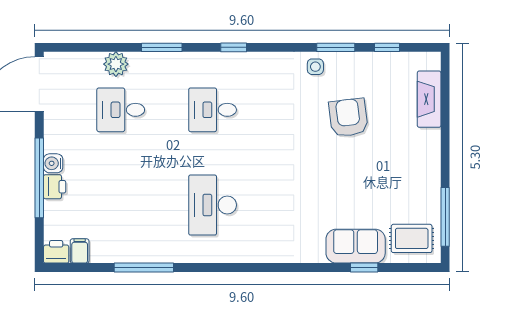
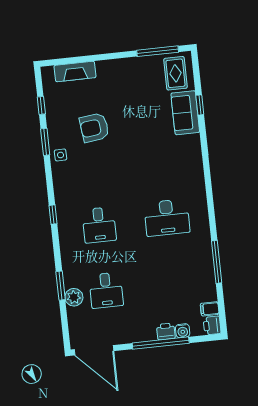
window: (162, 47) -> (61, 286), moved
water cooler: (53, 163) -> (183, 331), moved

